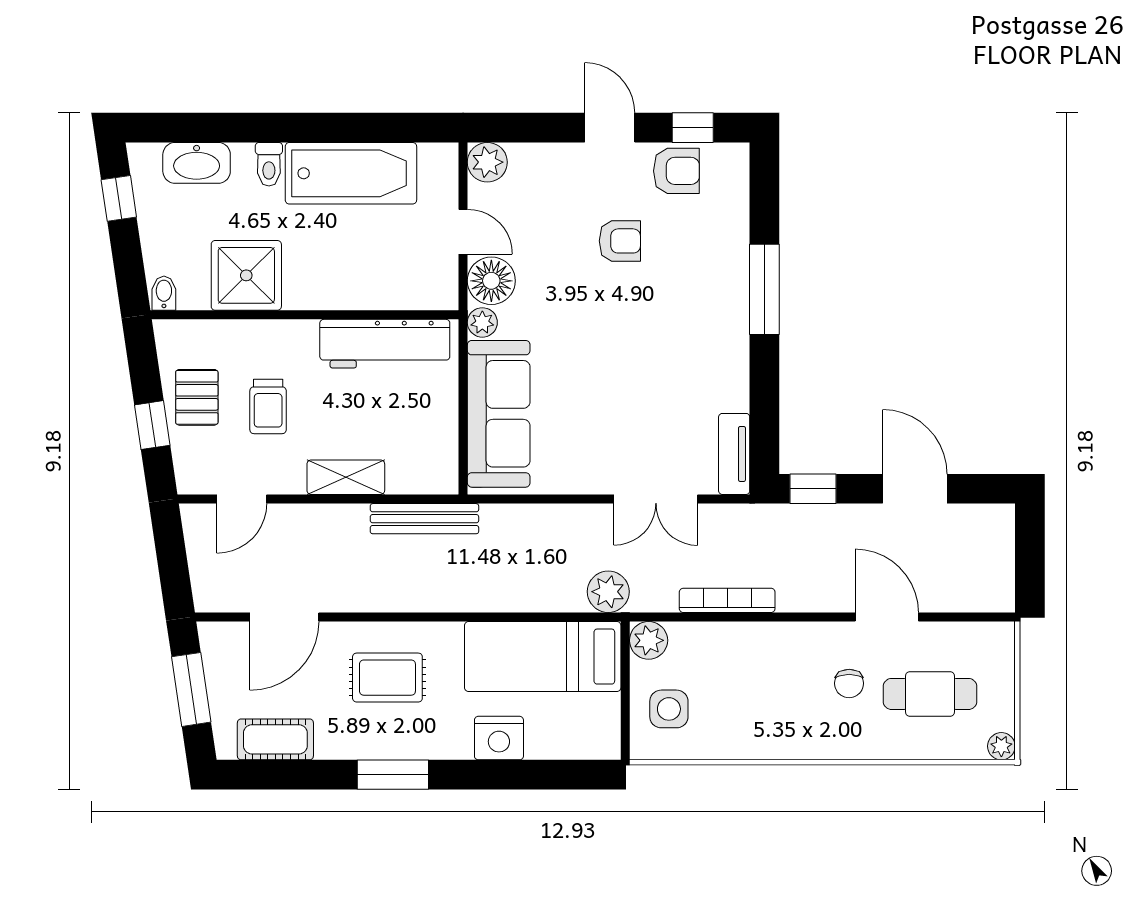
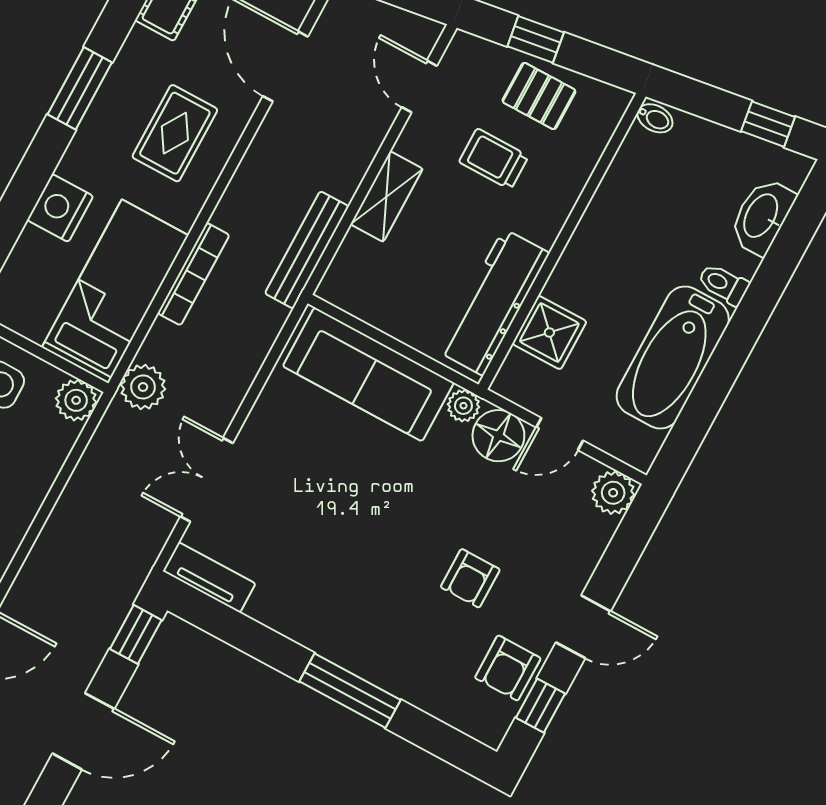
shower: (246, 275) -> (549, 333), moved, width x0.73, depth x0.73
bookcase: (727, 600) -> (194, 274), moved

